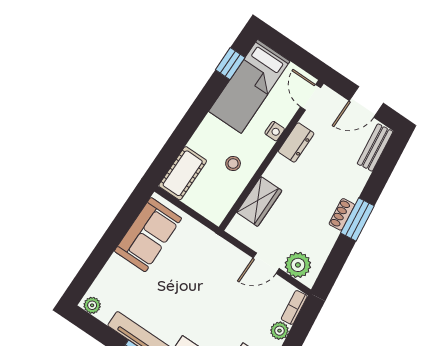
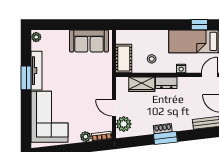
dresser: (296, 142) -> (166, 83), moved
cot: (183, 173) -> (124, 59), moved, turned 90

